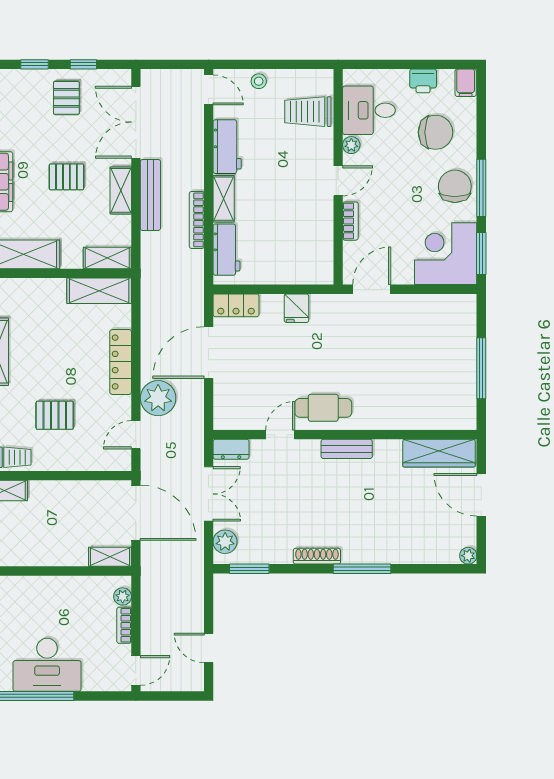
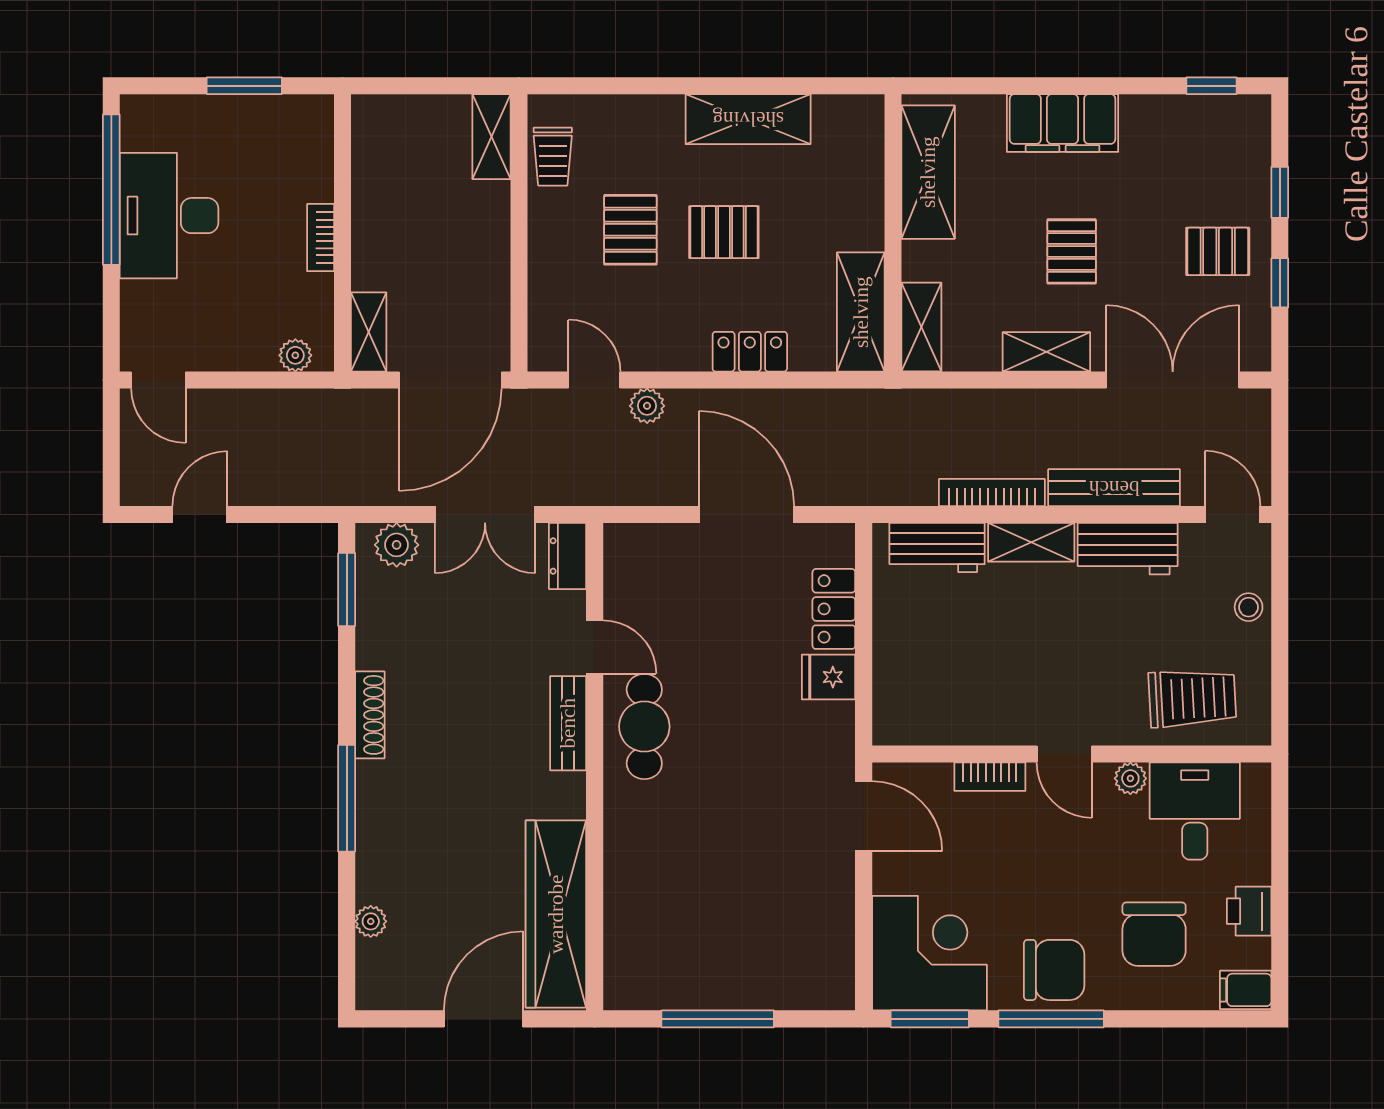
door: (209, 90) -> (1233, 514), swing flipped
trolley: (308, 112) -> (1192, 698), turned 87
bench: (150, 195) -> (1114, 488), moved
locker: (236, 305) -> (834, 609), moved
locker: (121, 362) -> (750, 352), width x0.66
pallet: (56, 365) -> (724, 232), added
plant: (158, 398) -> (647, 406), width x0.53, depth x0.53
bench: (347, 449) -> (568, 723), moved
wardrobe: (439, 453) -> (556, 914), width x1.40, depth x1.17
plant: (468, 556) -> (371, 921), moved
bookcase: (124, 625) -> (321, 238), moved, turned -90

